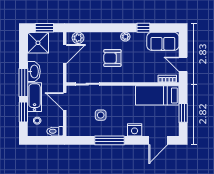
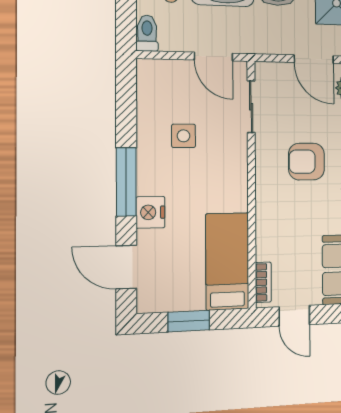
armchair: (112, 58) -> (306, 162), turned -90
door: (183, 64) -> (294, 316), swing flipped
door: (65, 101) -> (214, 57), swing flipped
window: (110, 140) -> (126, 182), moved

